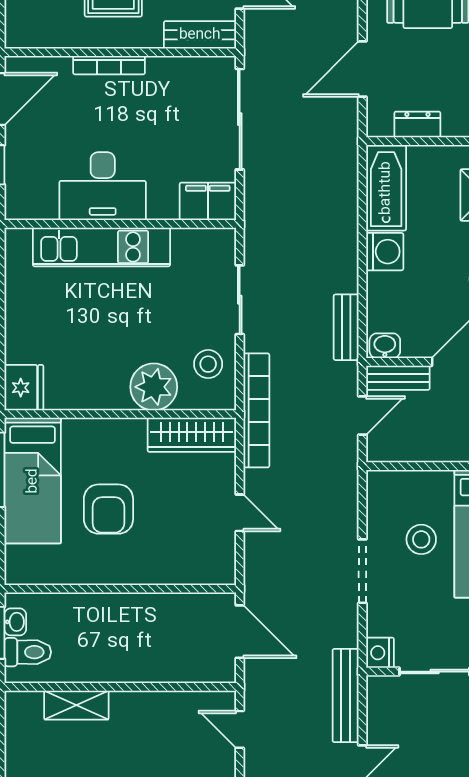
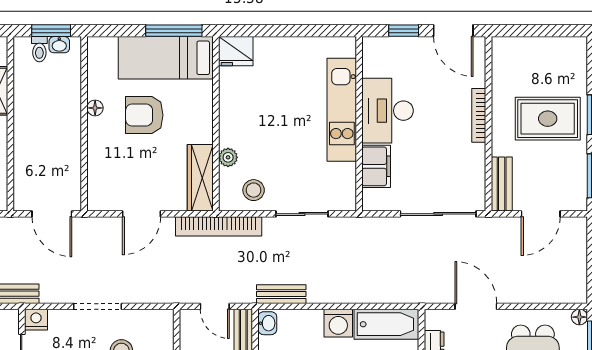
filing cabinet: (208, 201) -> (376, 166), moved
plant: (154, 387) -> (228, 157), width x0.53, depth x0.53
door: (240, 513) -> (141, 214), width x1.38
floor lamp: (99, 574) -> (95, 108), added
door: (240, 632) -> (52, 214), hinge flipped
toilet: (28, 652) -> (39, 49), width x0.73, depth x0.72

